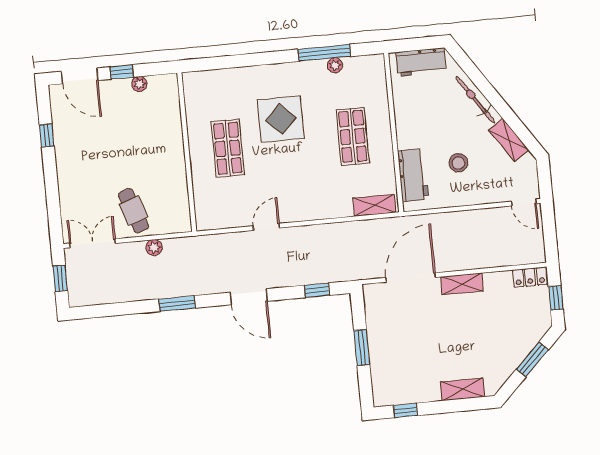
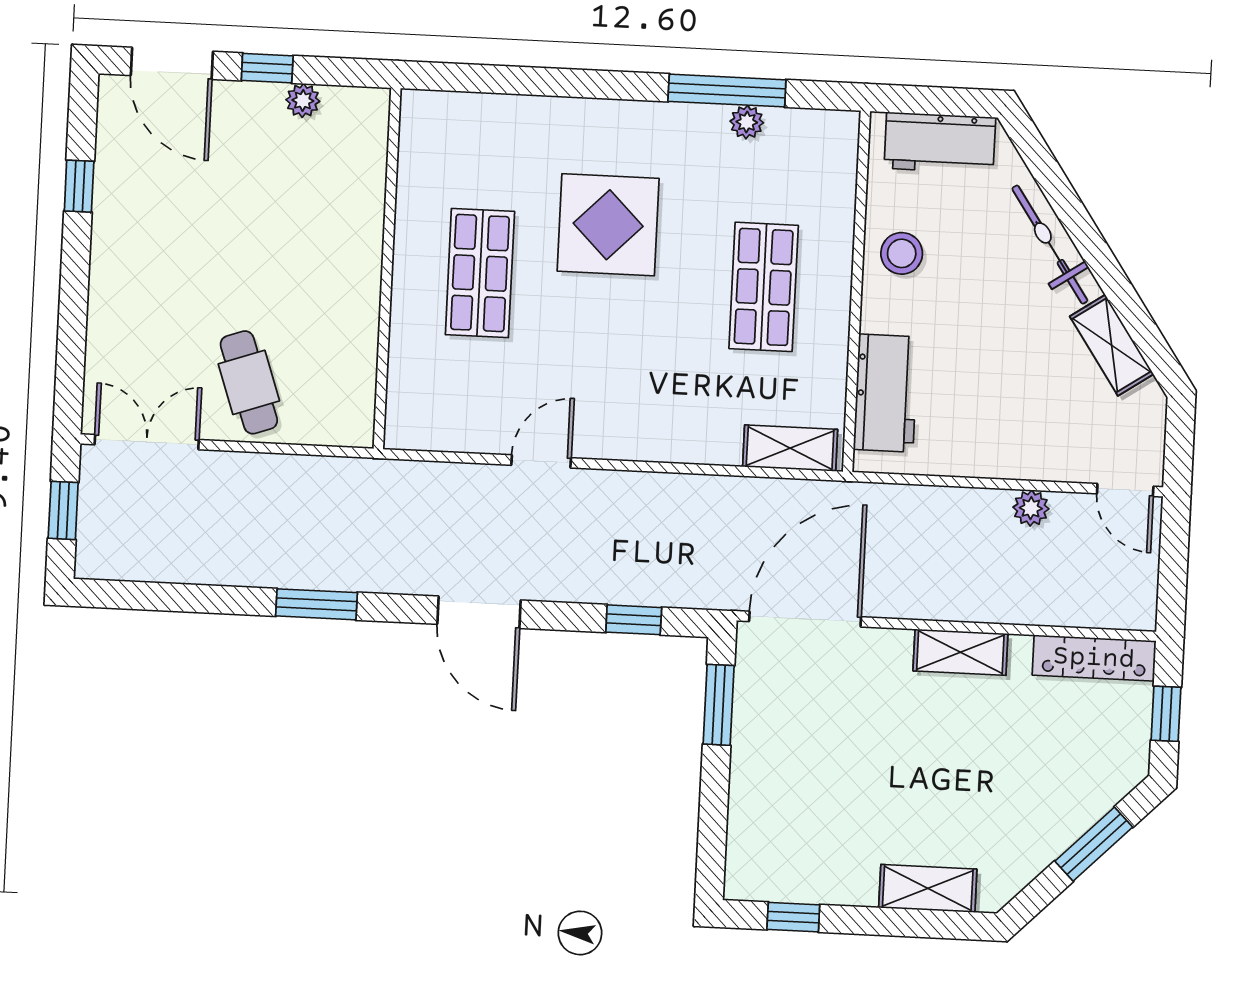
stool: (458, 163) -> (902, 253), moved
plant: (154, 248) -> (1031, 508), moved
door: (411, 277) -> (805, 619), moved
locker: (530, 277) -> (1094, 658), width x1.53
window: (362, 348) -> (719, 705), moved

